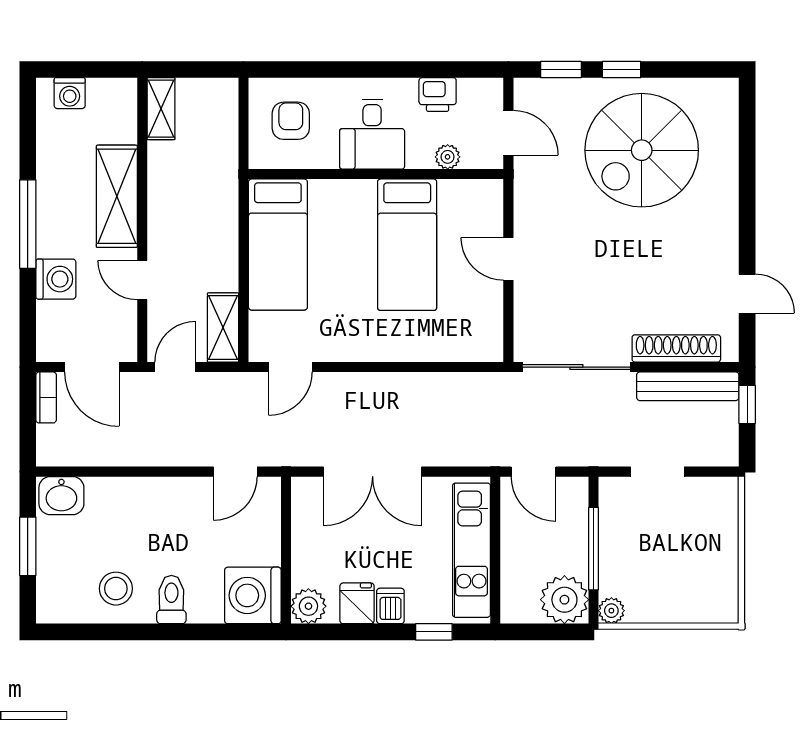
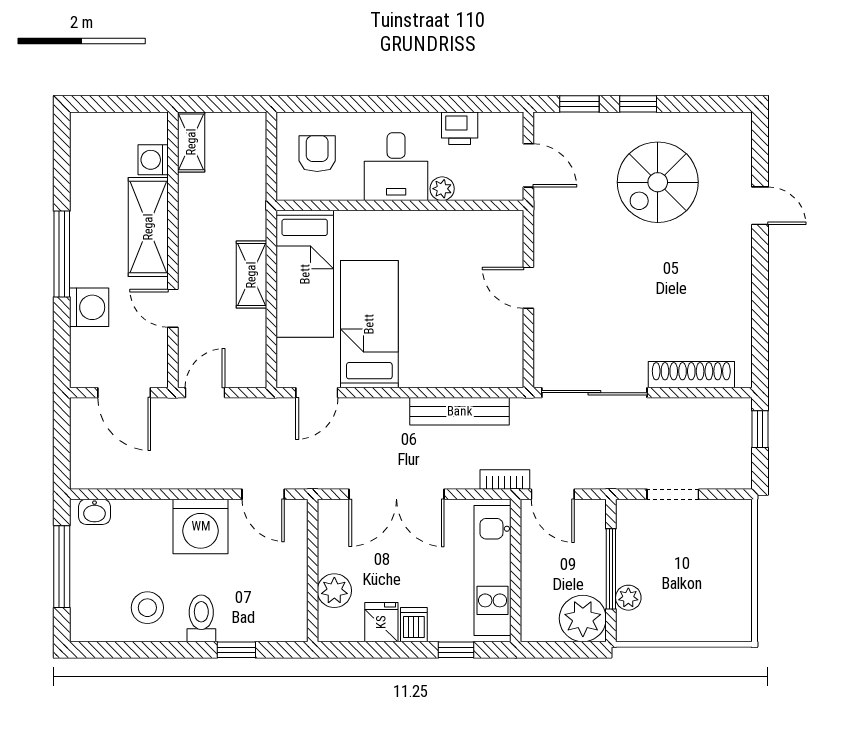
washing machine: (70, 93) -> (153, 160), moved, turned 90
spiral stairs: (642, 150) -> (658, 182), width x0.73, depth x0.73
plant: (448, 157) -> (442, 189), moved
bed: (407, 245) -> (369, 324), moved, turned 180
door: (747, 294) -> (760, 206), moved
shelving: (223, 327) -> (251, 275), moved
bench: (688, 386) -> (460, 411), moved
bookcase: (46, 397) -> (505, 480), moved, turned -90
door: (235, 472) -> (263, 494), hinge flipped
washbasin: (61, 496) -> (94, 512), width x0.72, depth x0.69
window: (28, 546) -> (62, 567), width x1.44
washing machine: (253, 595) -> (201, 526), moved, turned -90
plant: (308, 606) -> (334, 591), moved
plant: (611, 611) -> (628, 598), moved
window: (208, 632) -> (236, 650), added

